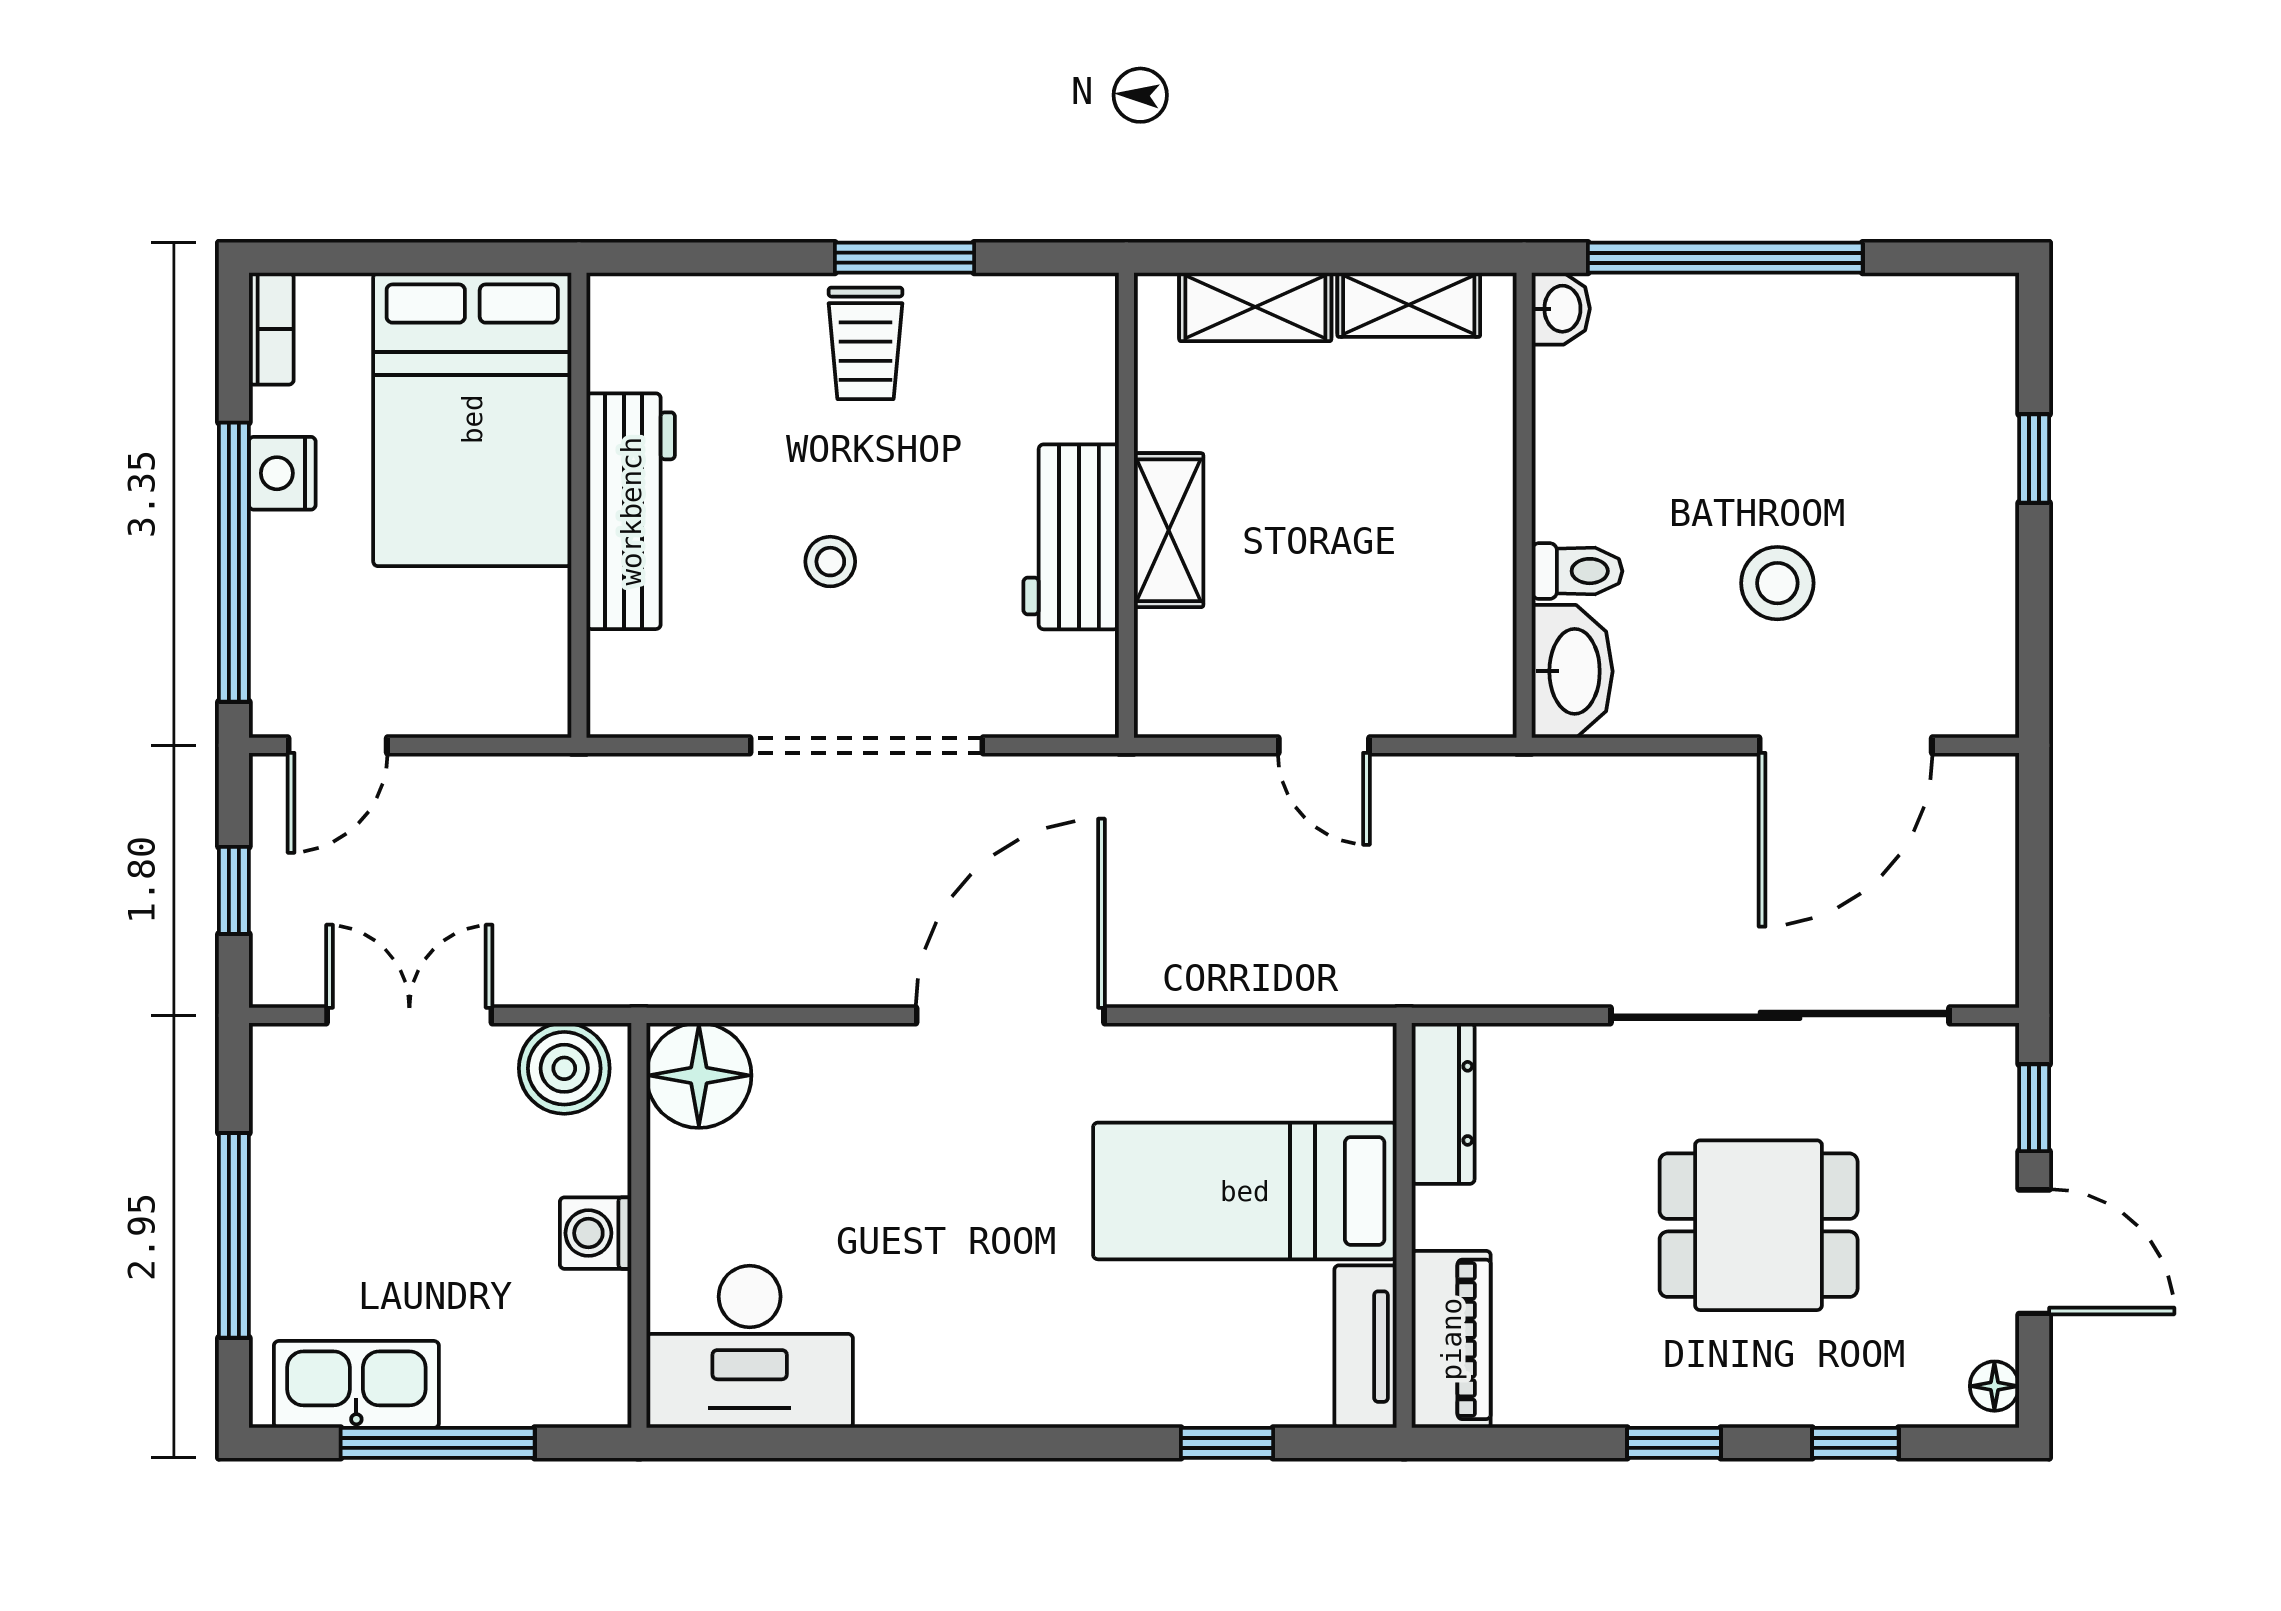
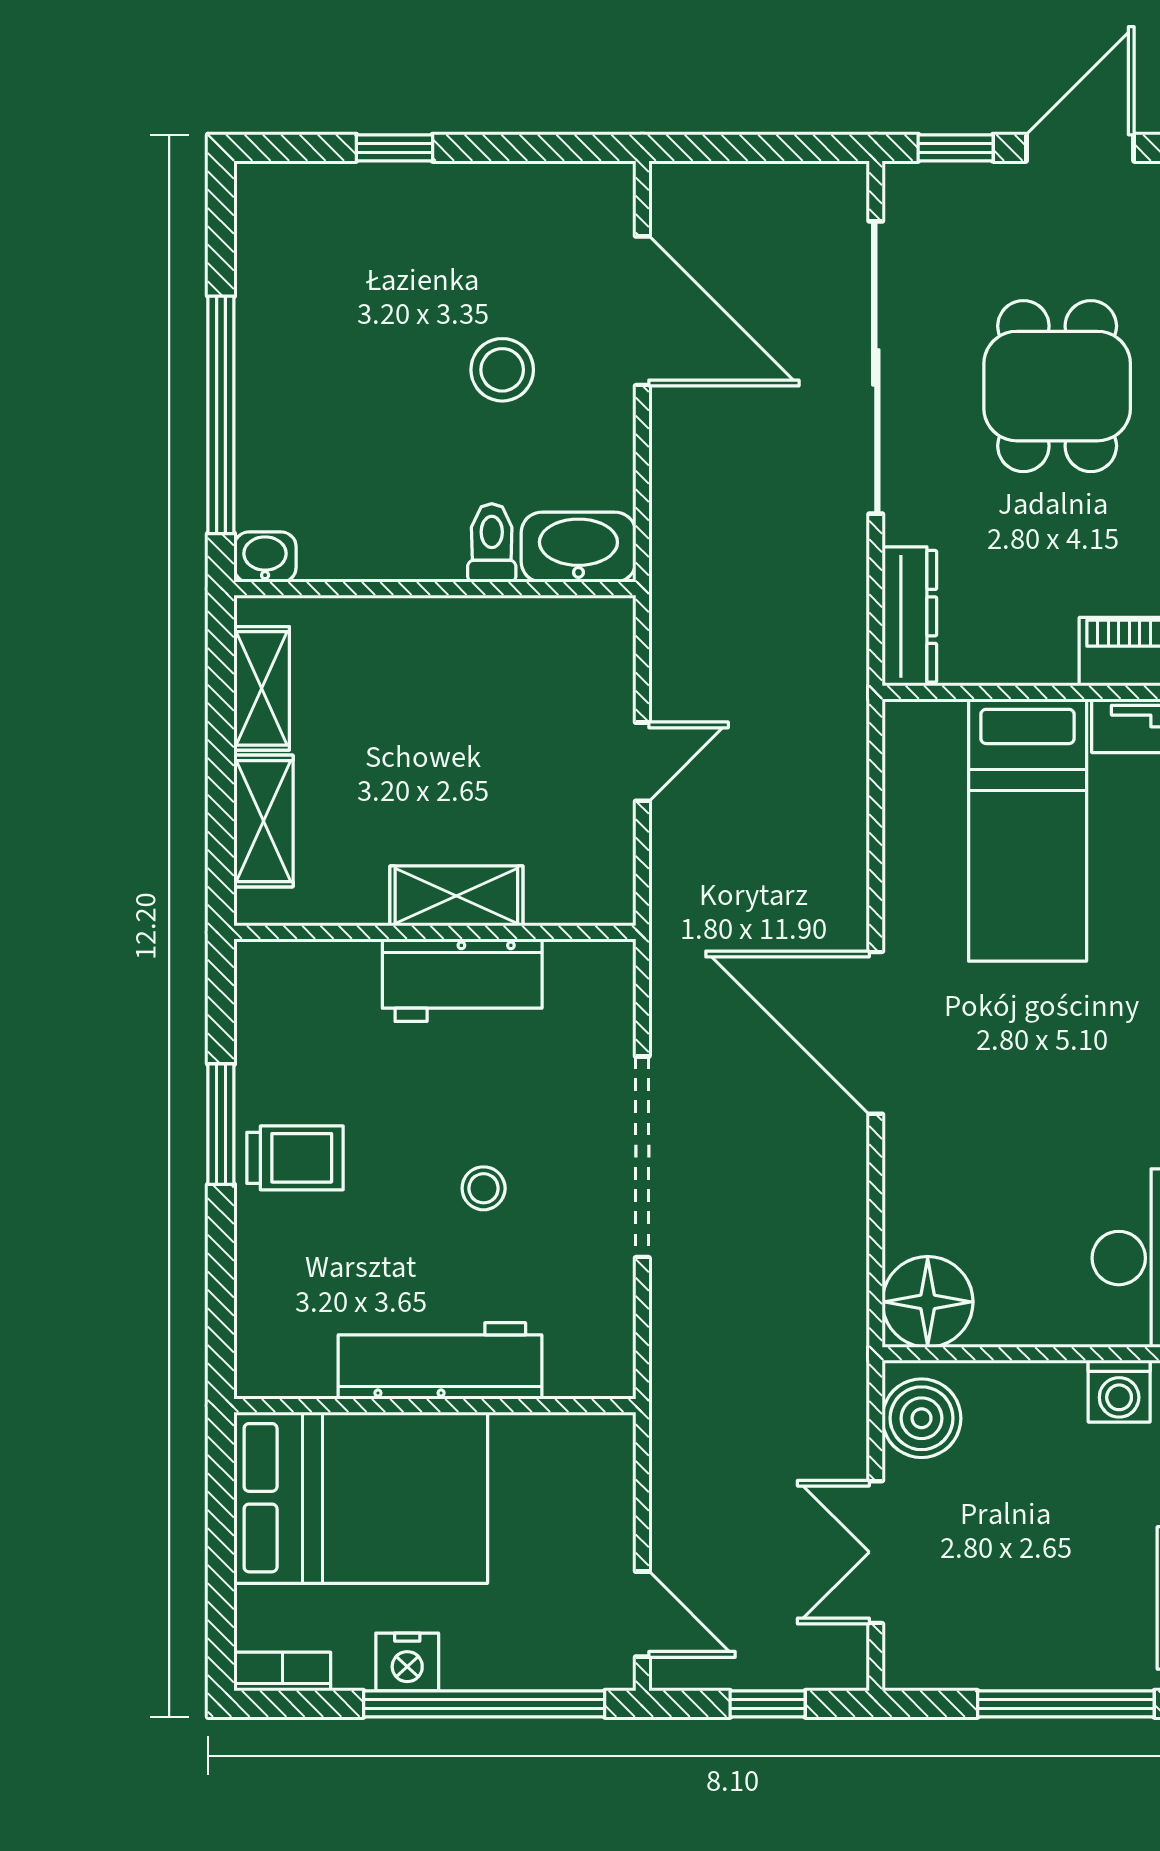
dresser: (1443, 1103) -> (909, 616), moved, turned 90
washing machine: (596, 1233) -> (1119, 1391), moved

